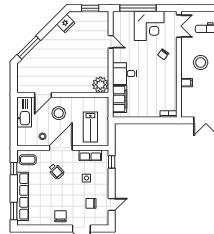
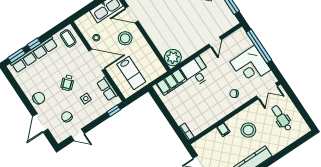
lab bench: (90, 127) -> (131, 73), turned -90
window: (14, 169) -> (34, 44), moved
wheelchair: (56, 171) -> (67, 83), moved

